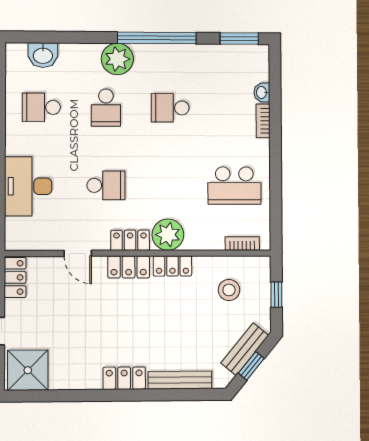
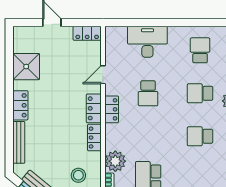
school desk: (170, 108) -> (200, 136), turned -90
plant: (168, 235) -> (115, 161), moved
shower: (28, 370) -> (26, 67), moved

